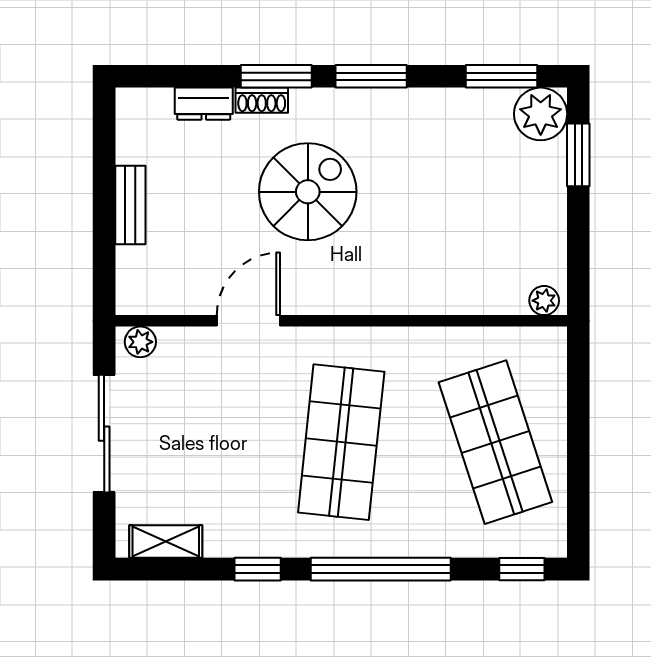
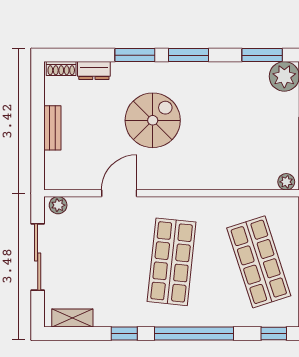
shoe rack: (262, 100) -> (61, 69), moved

